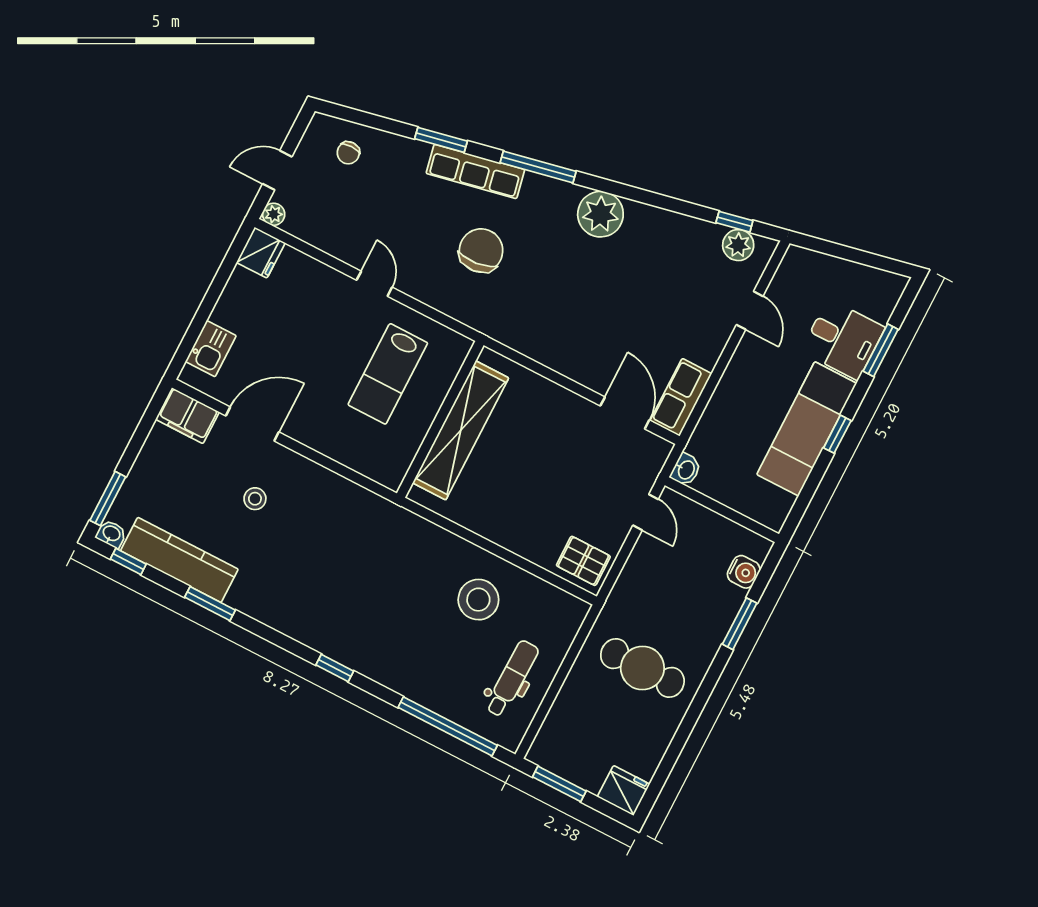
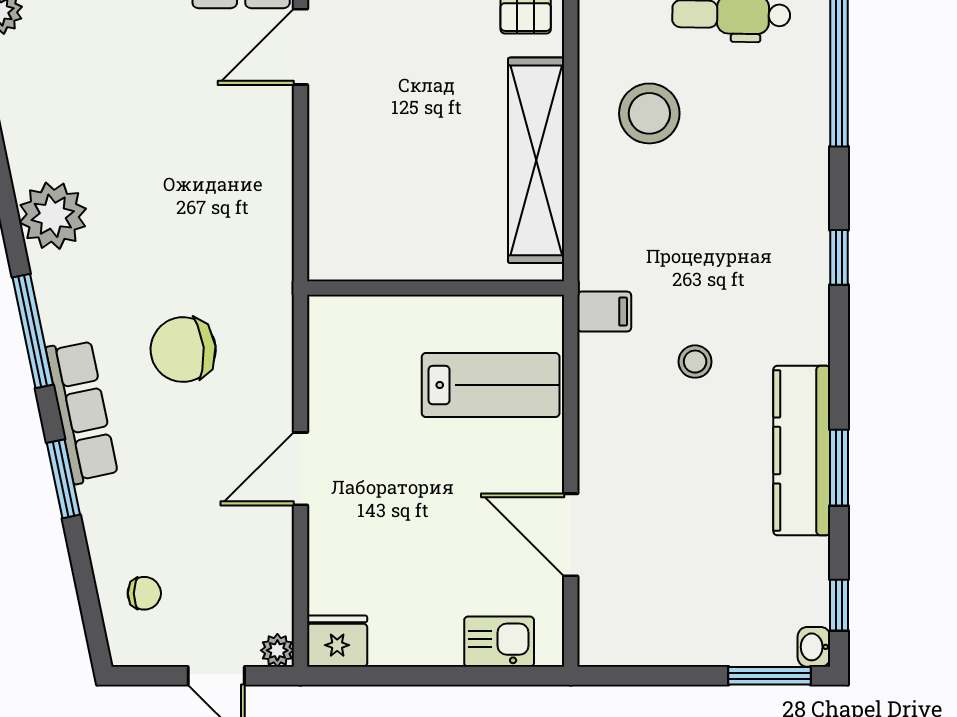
door: (374, 284) -> (300, 469), width x1.38
lab bench: (388, 374) -> (491, 385), moved
filing cabinet: (187, 416) -> (604, 312), moved, width x0.50
shelving: (461, 430) -> (536, 160), moved, turned 90
stool: (255, 499) -> (695, 362), moved
kitchen counter: (179, 560) -> (802, 450), moved

